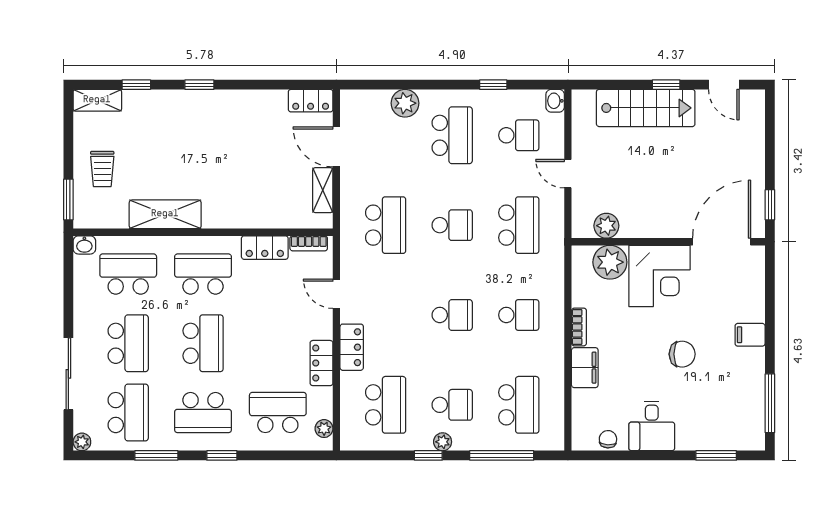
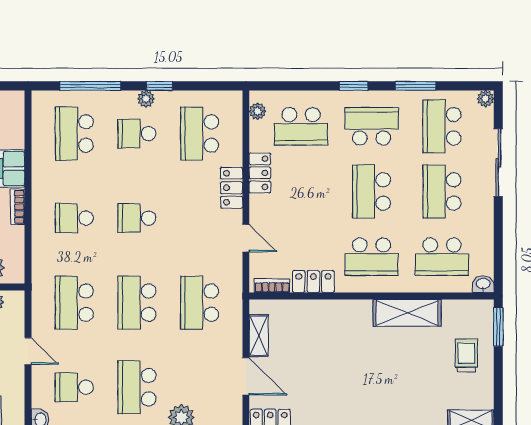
school desk: (452, 225) -> (137, 303), width x1.85

